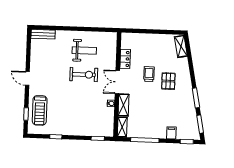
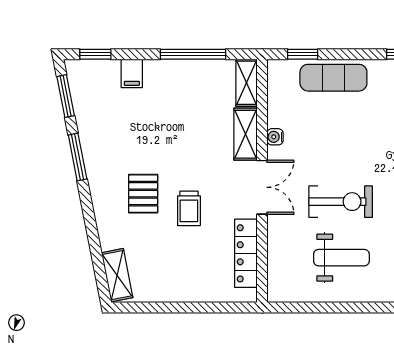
weight bench: (84, 50) -> (341, 258), turned 180
locker: (125, 59) -> (246, 253), width x1.53
exercise bike: (84, 75) -> (341, 202), turned 180
exercise mat: (85, 128) -> (333, 78), added

